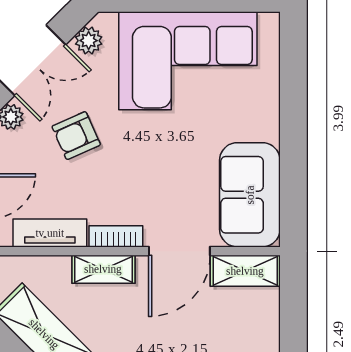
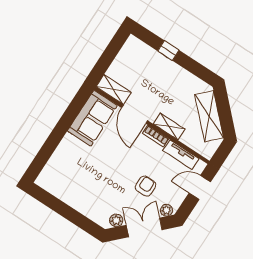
corner sofa: (188, 61) -> (82, 187), removed
armchair: (76, 136) -> (145, 186), turned -66
door: (179, 251) -> (134, 114), swing flipped

